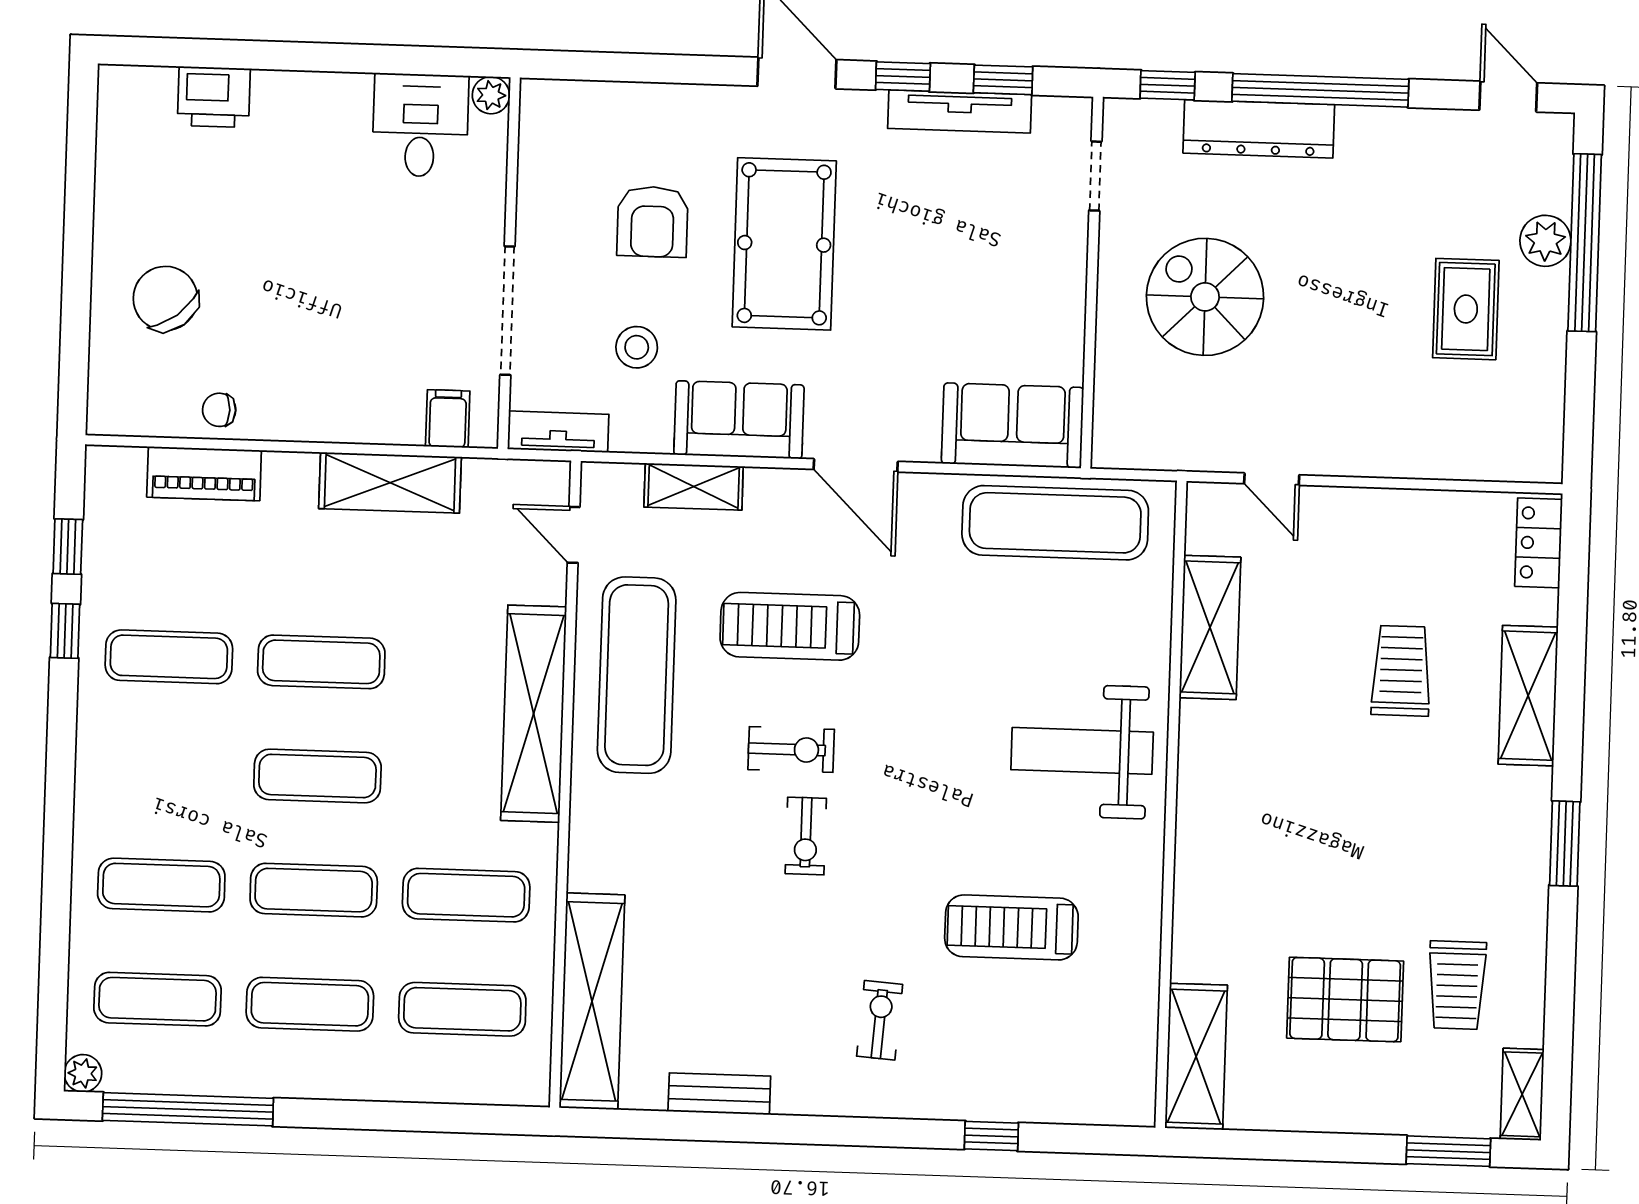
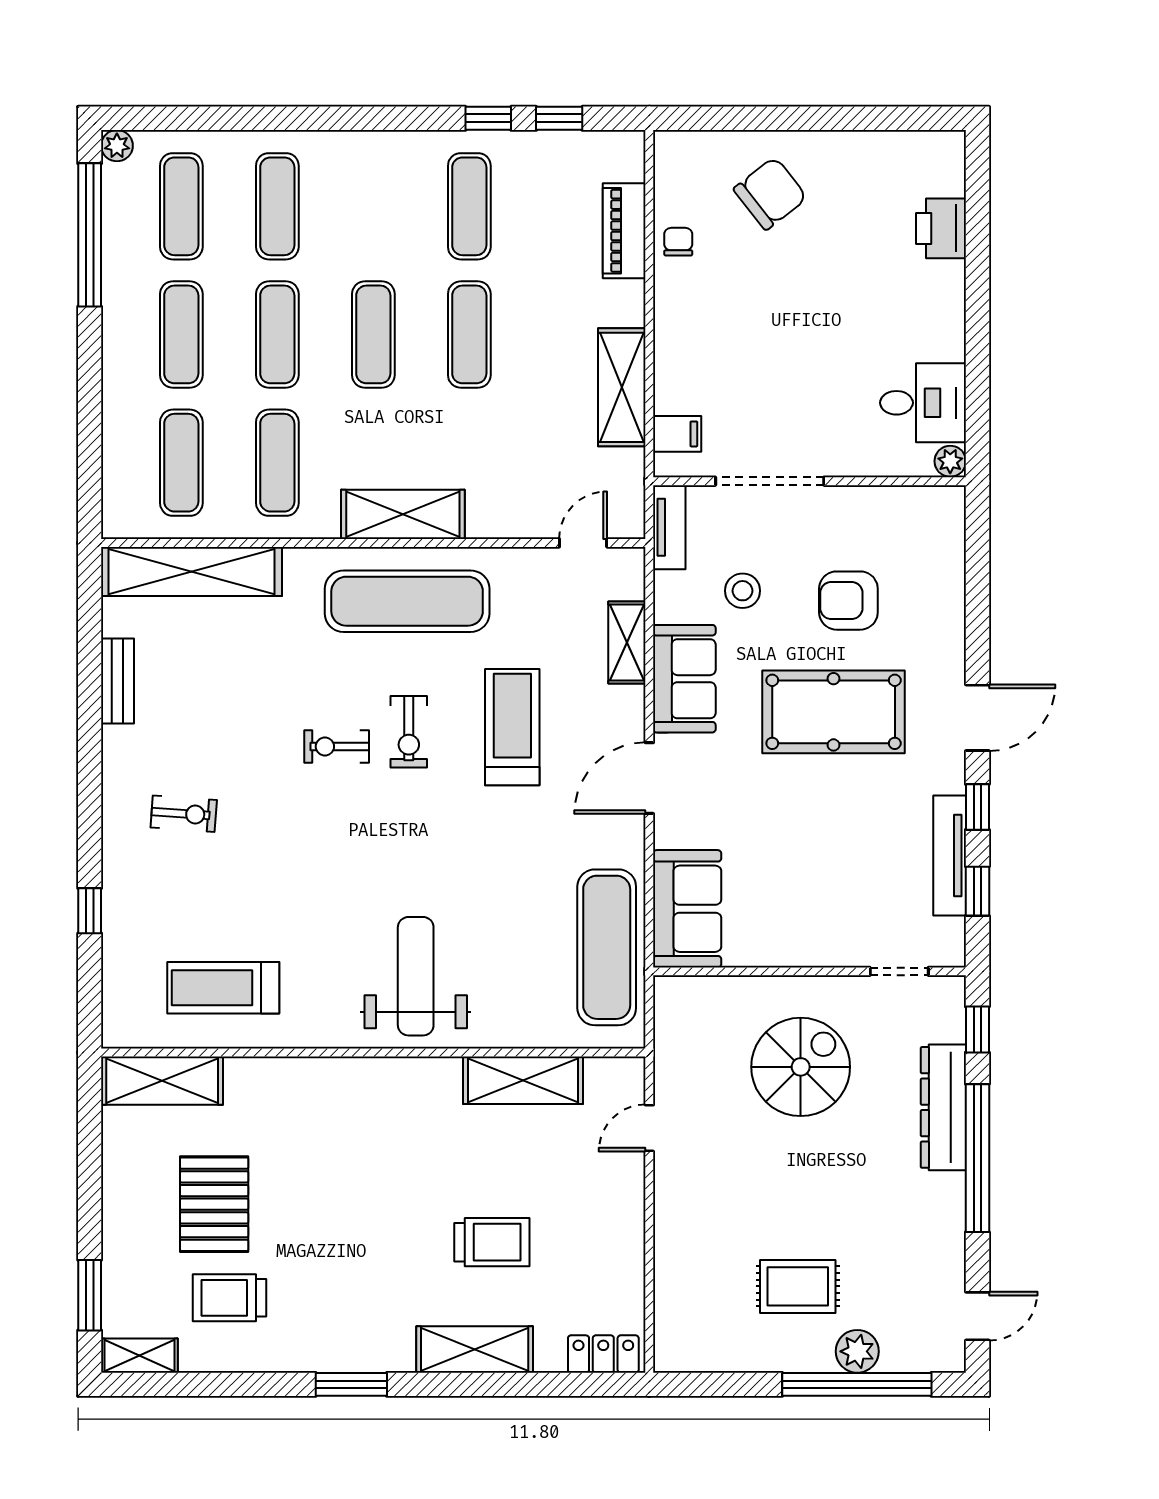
exercise mat: (637, 675) -> (407, 601), moved
shelving: (534, 714) -> (403, 514), width x0.68
treadmill: (1011, 927) -> (223, 988), moved, turned -90

